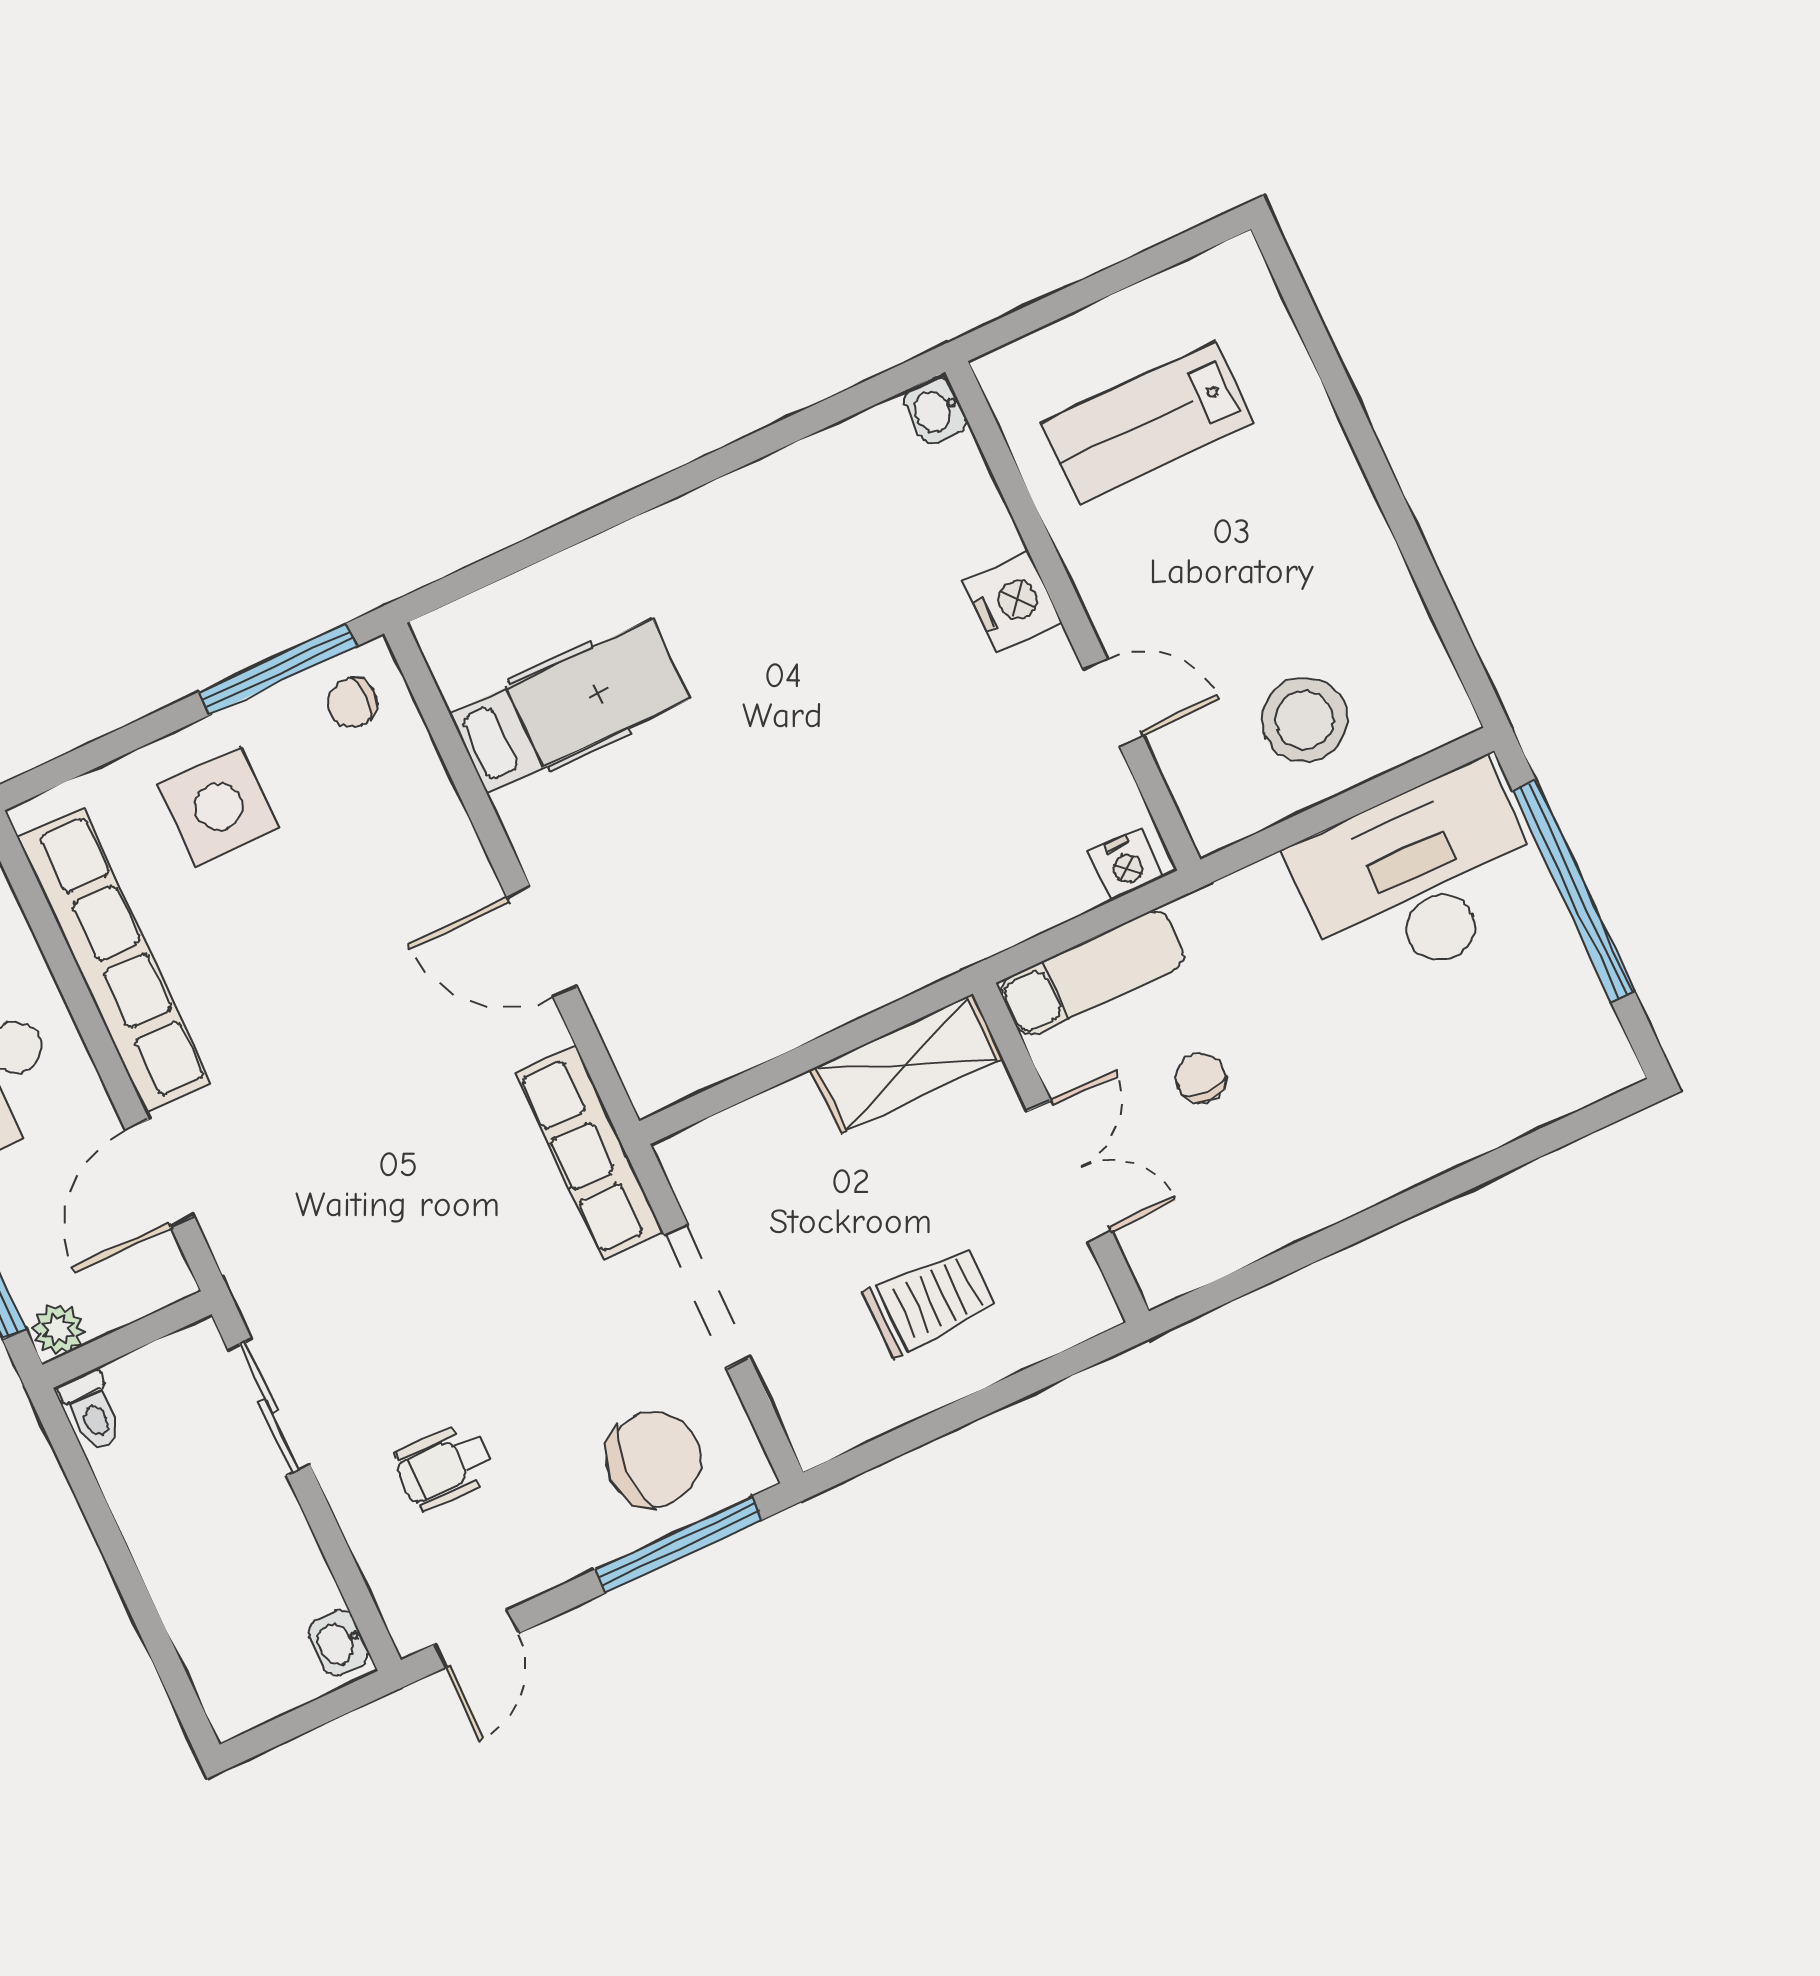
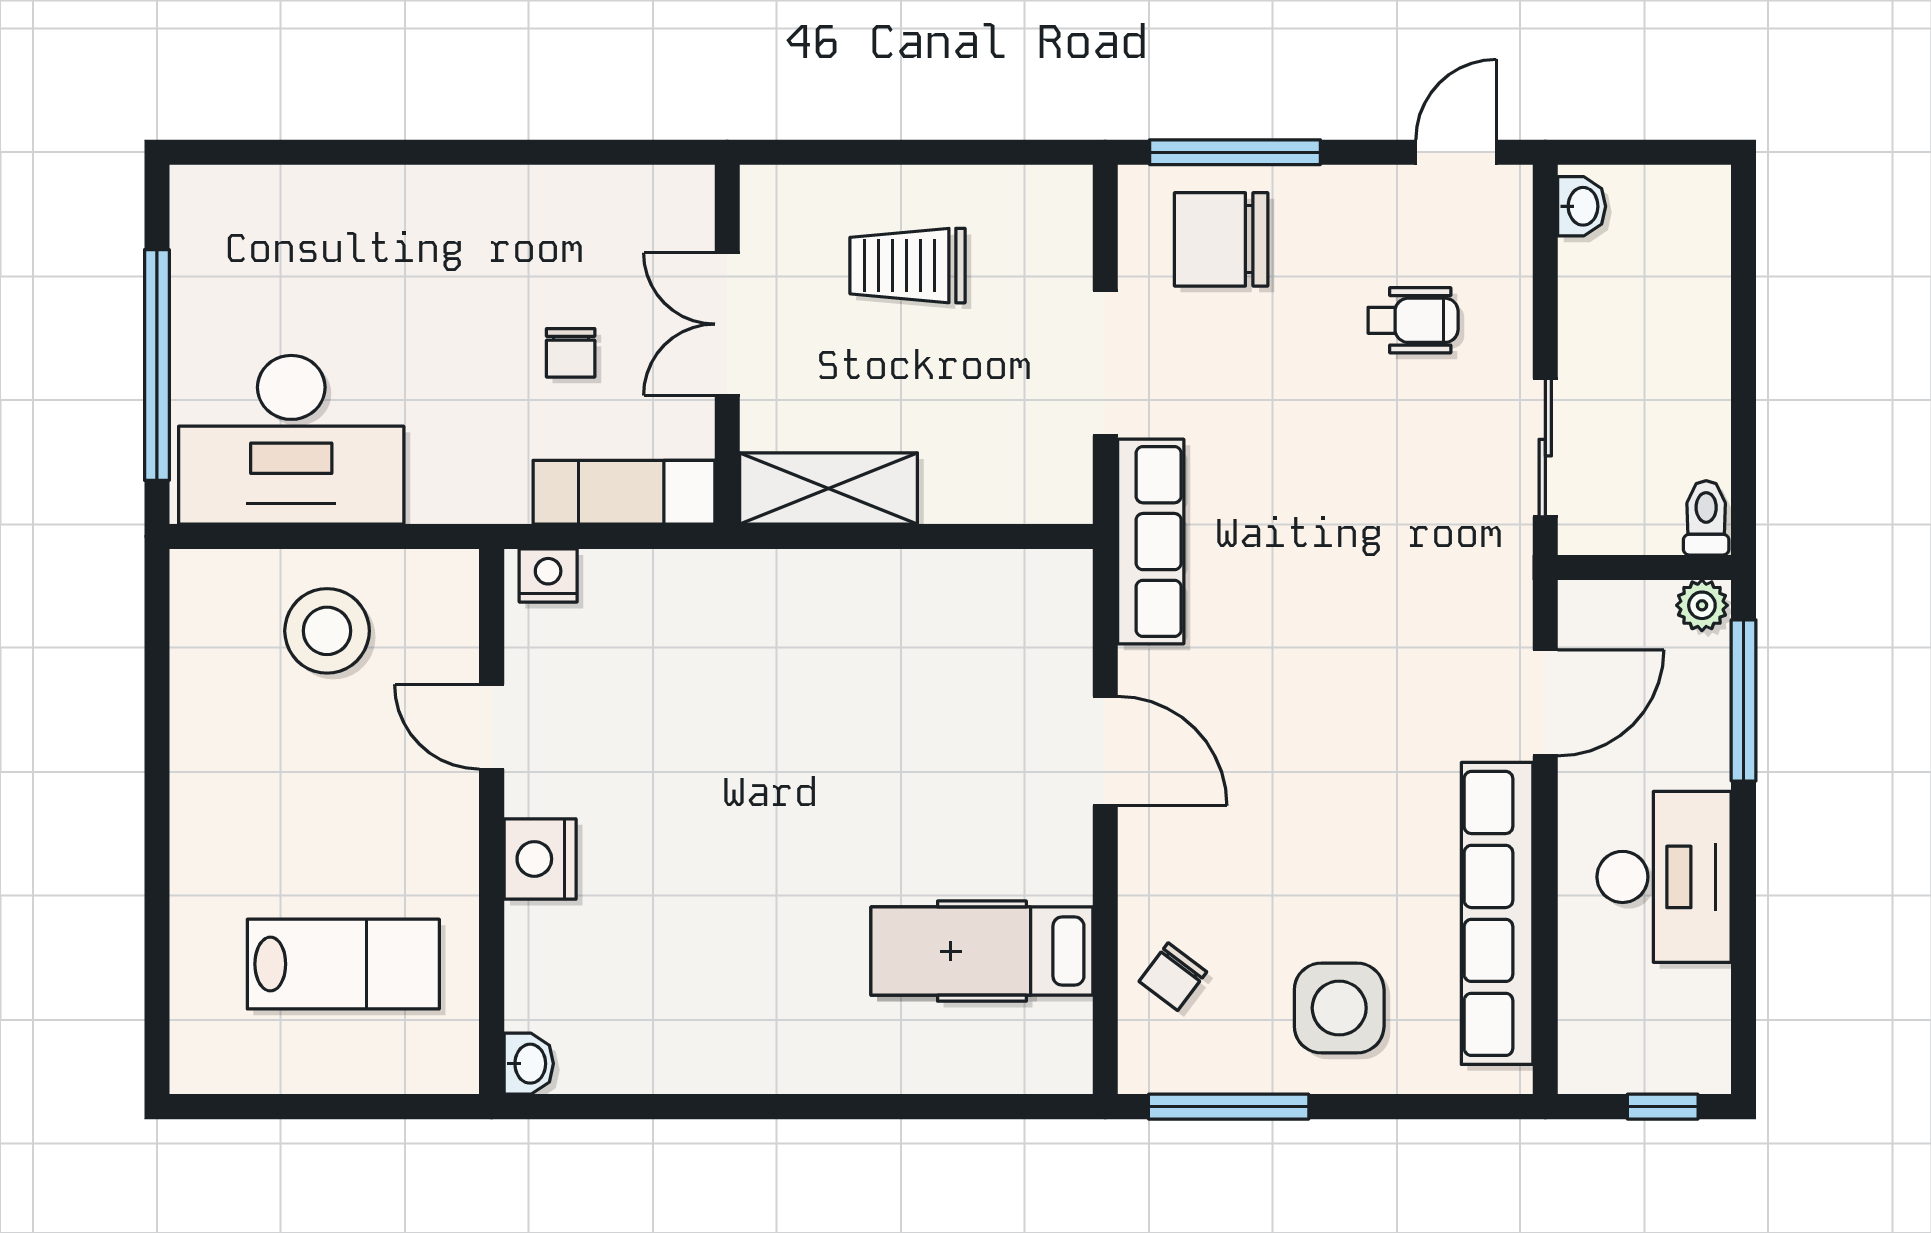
chair: (352, 703) -> (1173, 977), moved, turned 127

